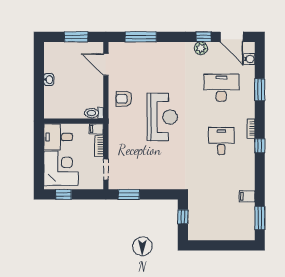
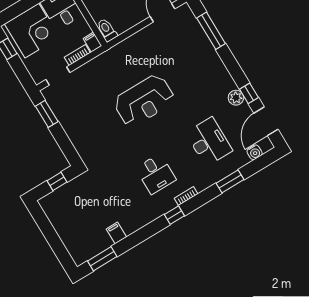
armchair: (124, 99) -> (139, 51), removed
desk: (221, 141) -> (156, 174), turned 90

